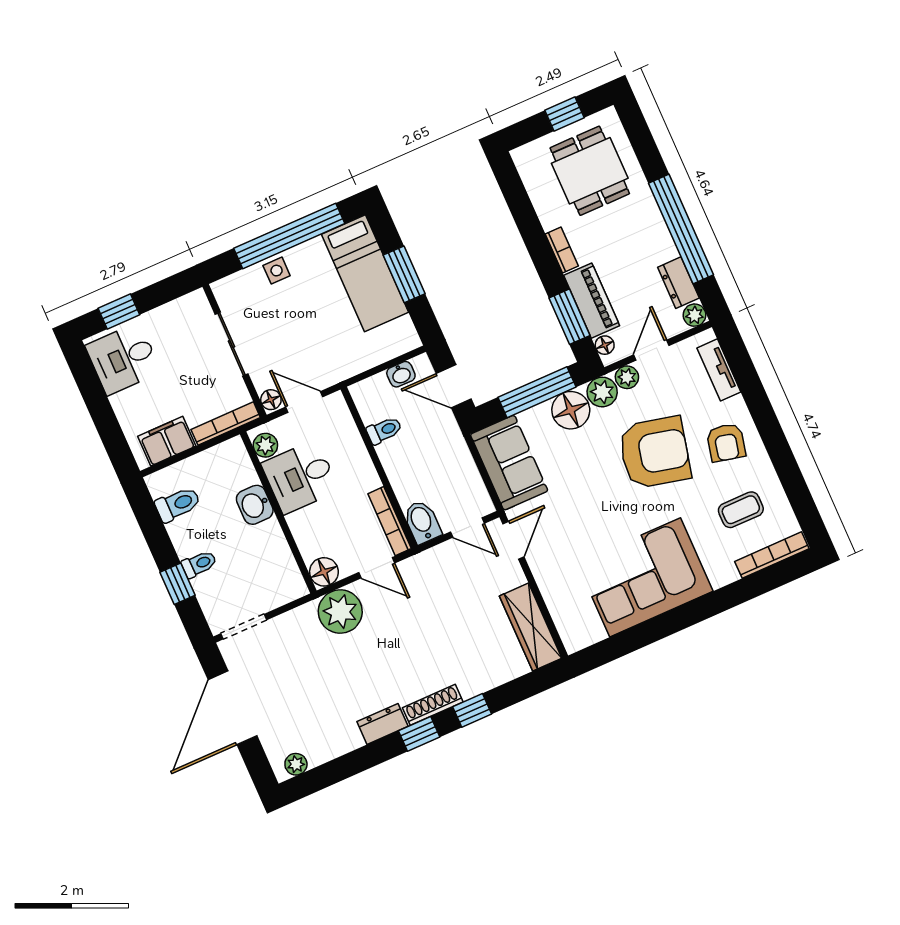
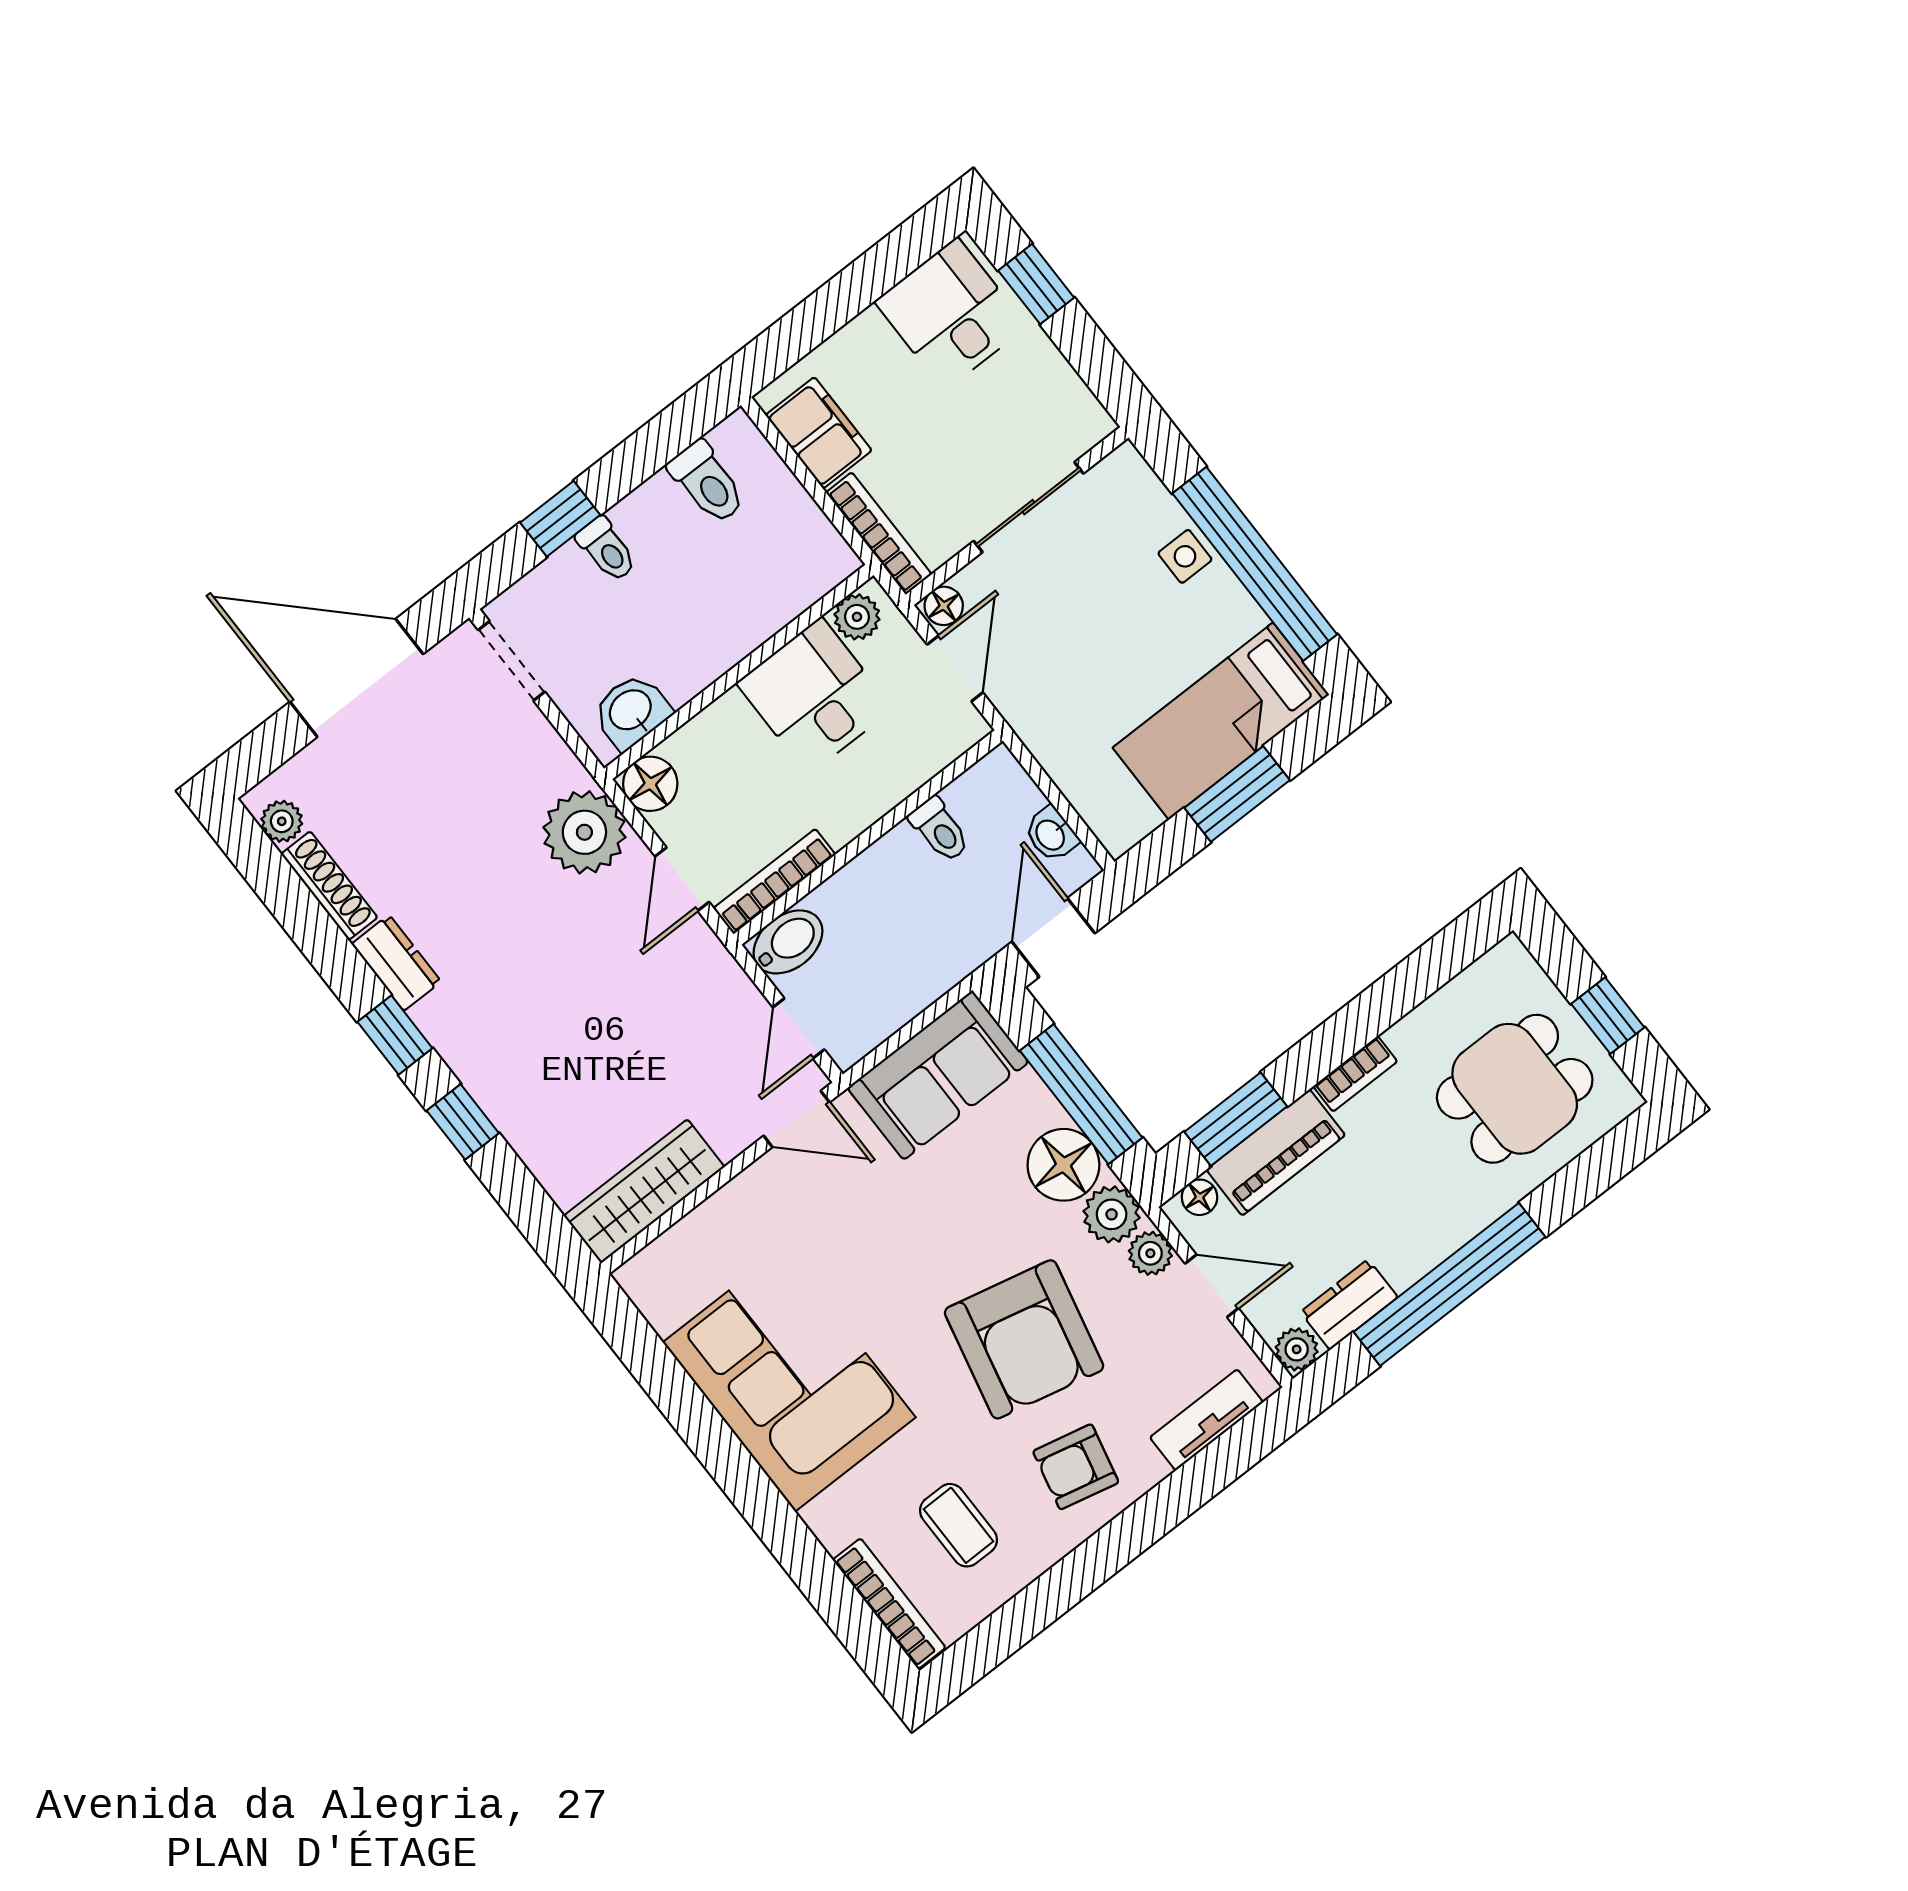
washbasin: (255, 505) -> (631, 711), moved
shoe rack: (433, 705) -> (329, 886), moved

